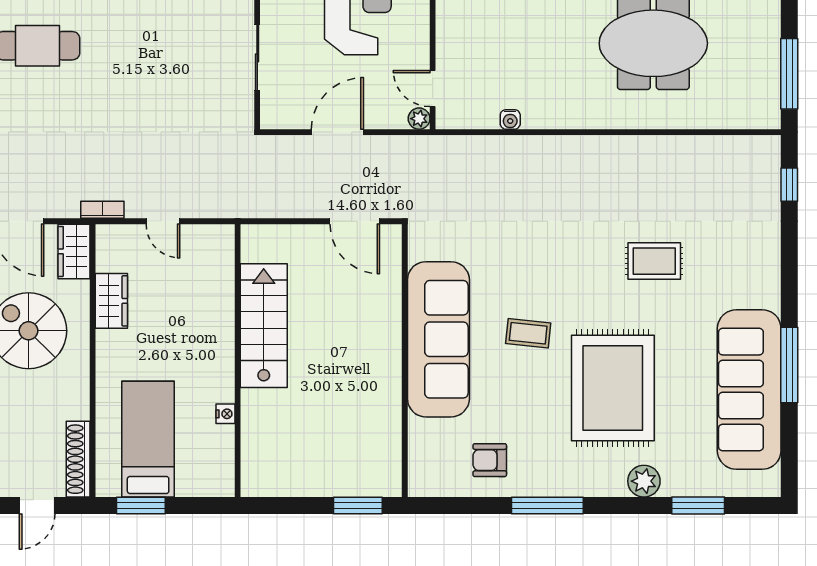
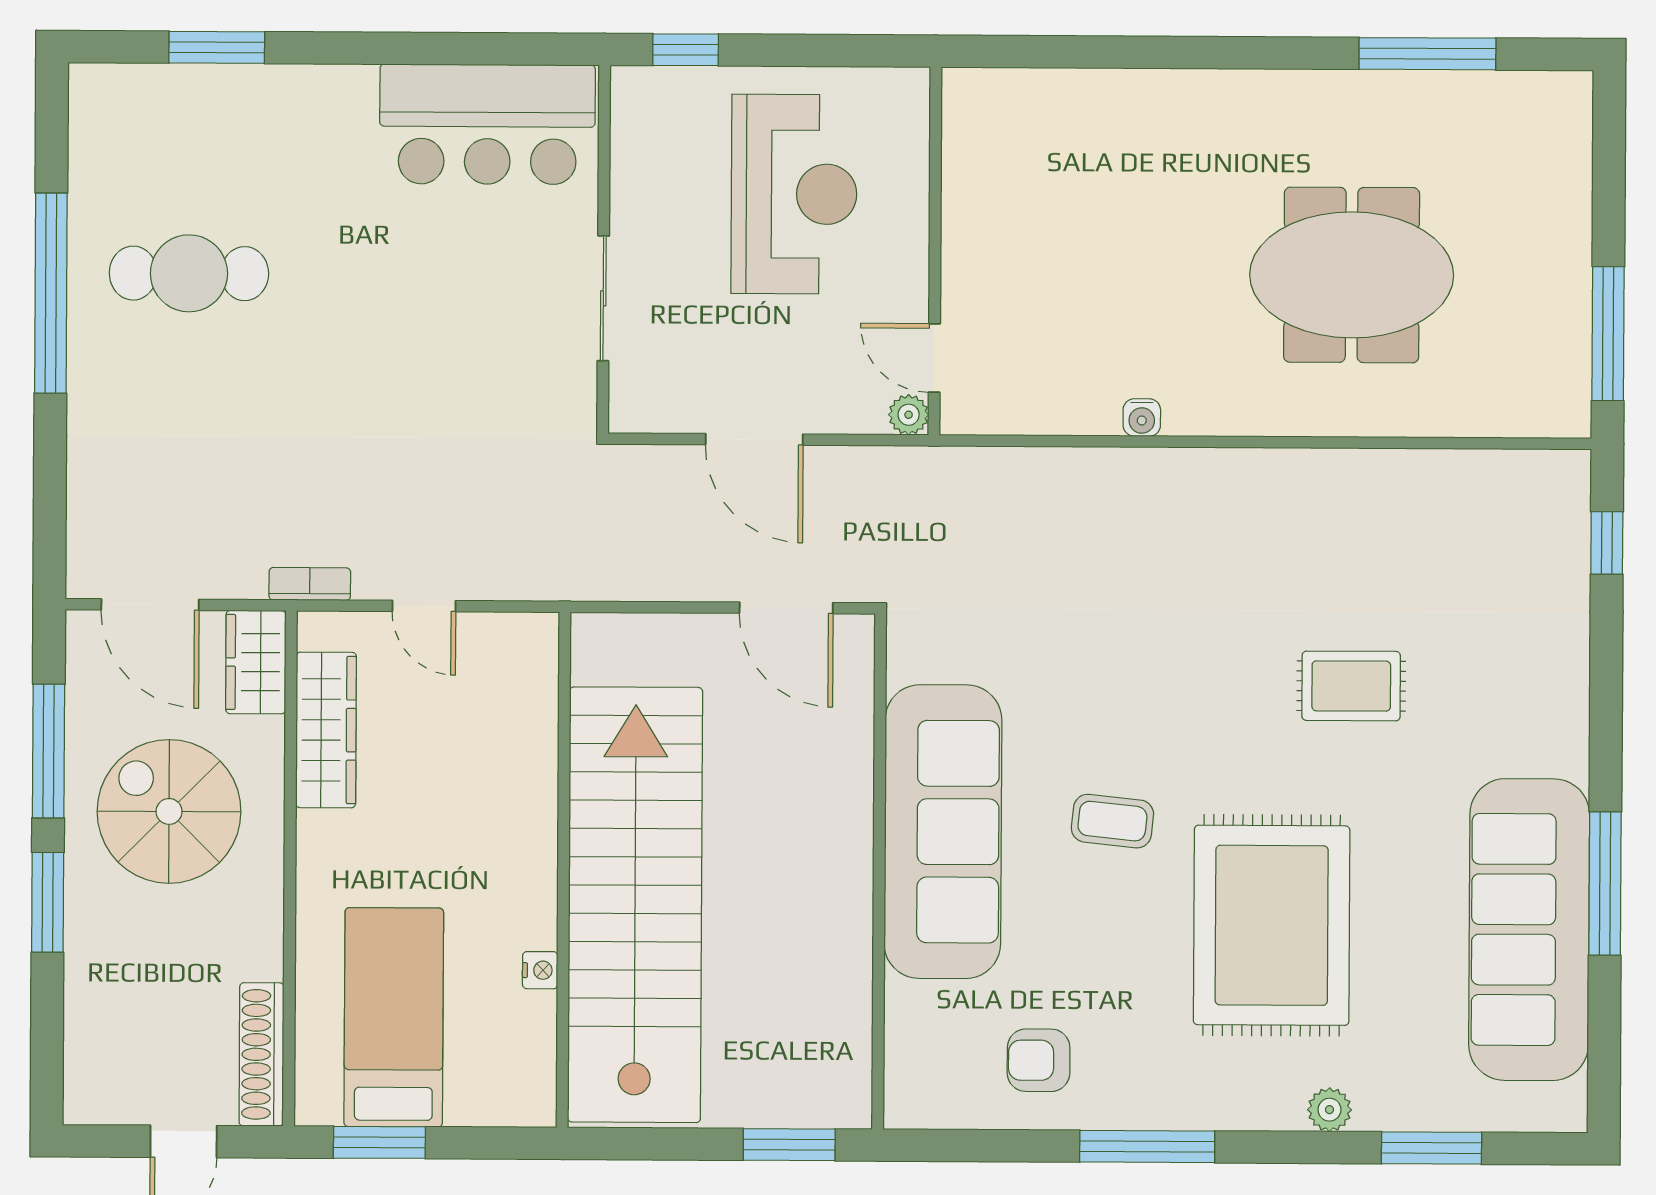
water cooler: (510, 119) -> (1142, 417), moved
door: (337, 132) -> (754, 439), swing flipped
wardrobe: (111, 301) -> (326, 730), width x1.50
stairs: (264, 326) -> (635, 905), width x1.86, depth x1.51
plant: (644, 481) -> (1329, 1110), width x0.73, depth x0.73

